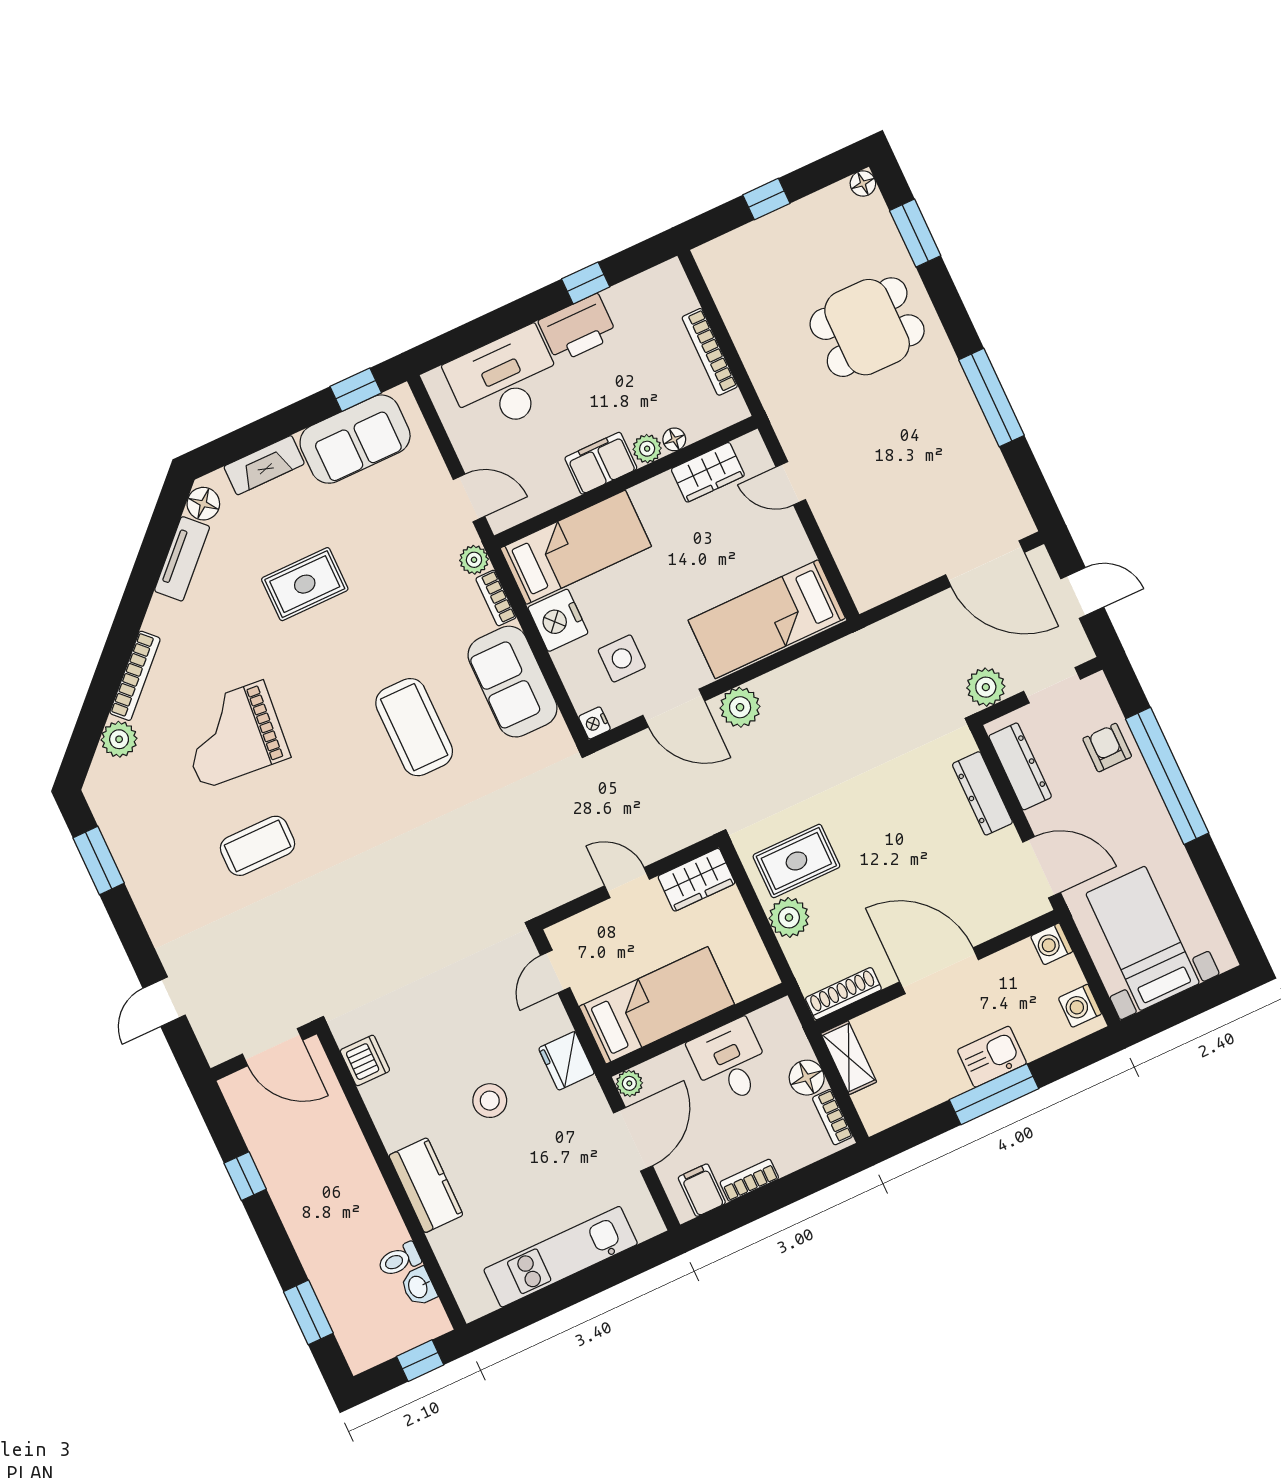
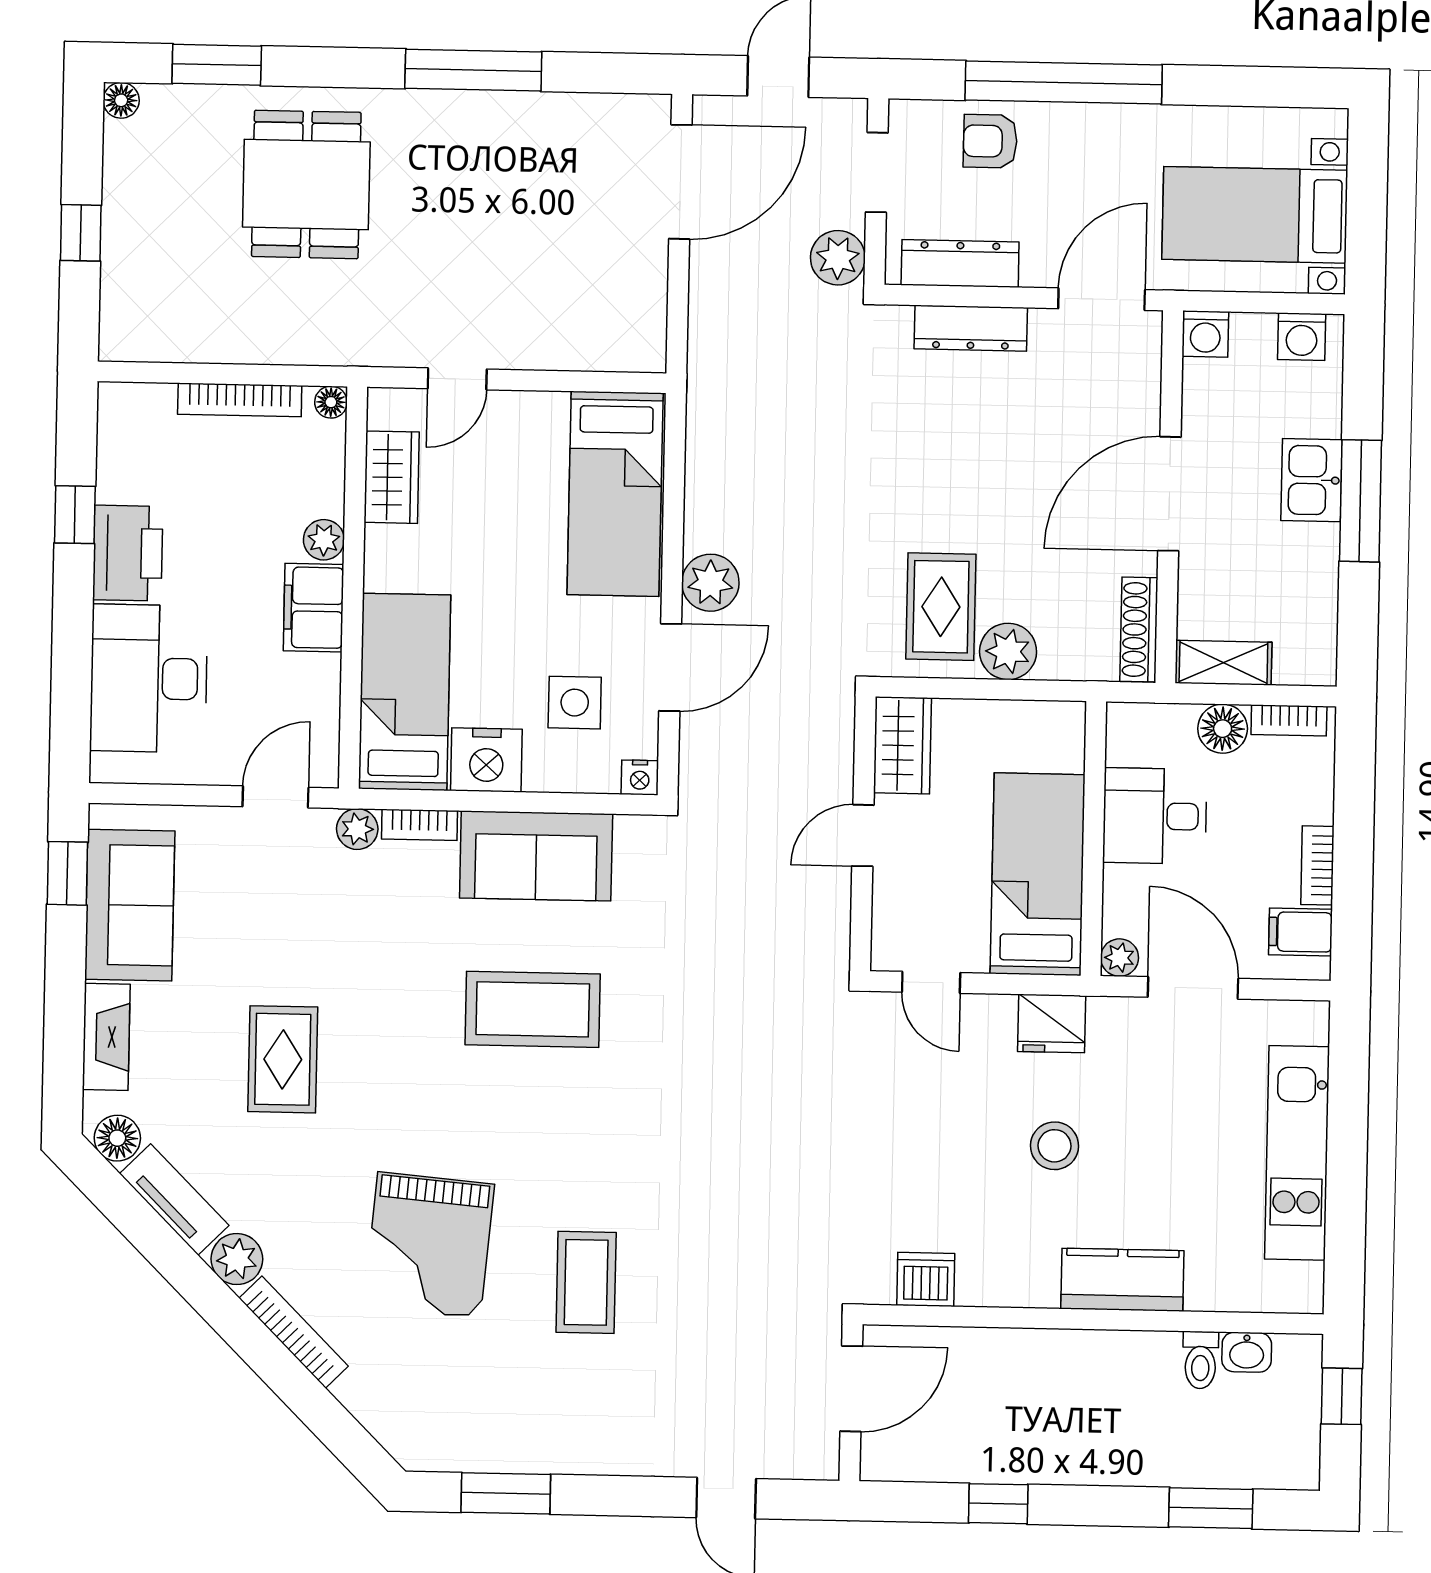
floor lamp: (674, 439) -> (331, 402), moved
plant: (119, 739) -> (237, 1259), moved

